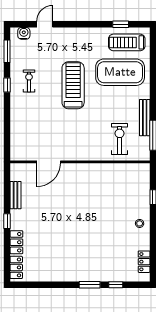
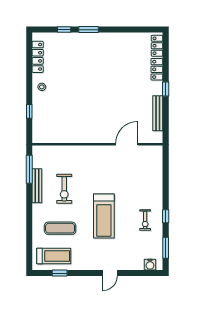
door: (45, 24) -> (110, 273), moved
exercise mat: (120, 72) -> (60, 228), width x0.50, depth x0.69
exercise bike: (120, 139) -> (64, 189), moved
bench: (15, 195) -> (158, 113), width x1.36
locker: (144, 262) -> (38, 57), width x1.53

